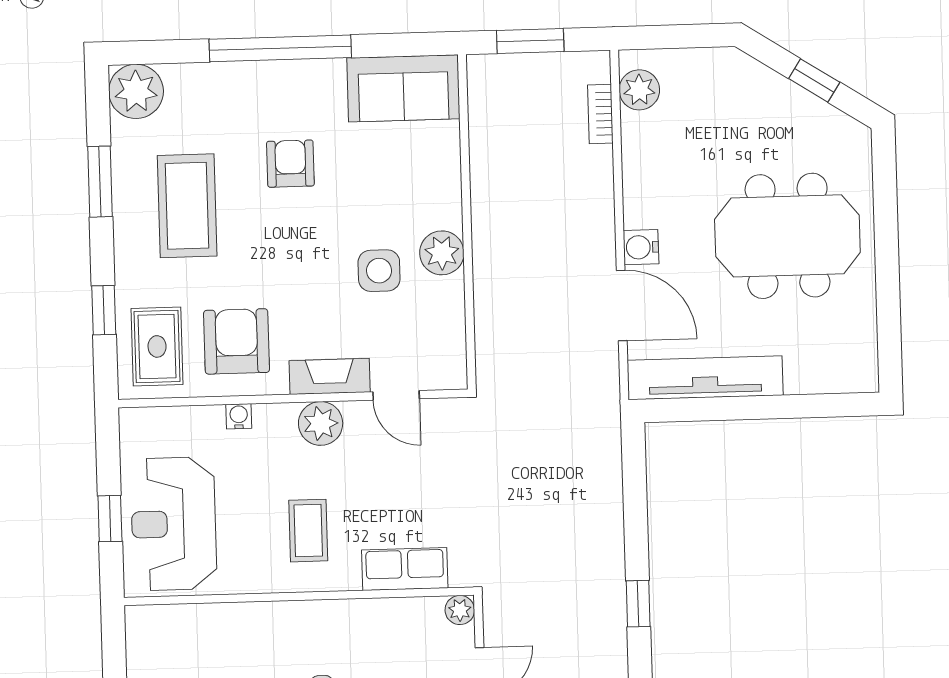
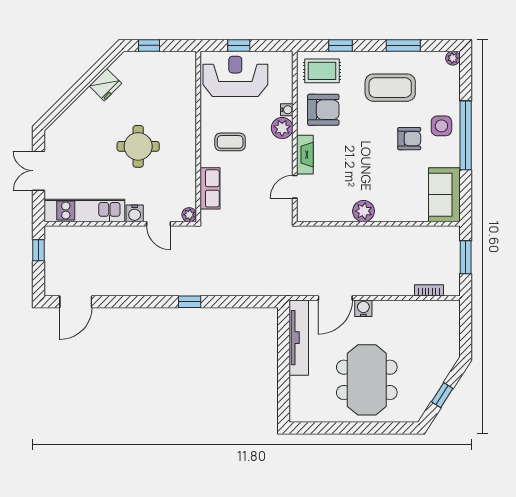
plant: (639, 90) -> (440, 310), removed
plant: (136, 91) -> (453, 58), width x0.53, depth x0.53
side table: (379, 271) -> (441, 126), moved
plant: (321, 423) -> (282, 128), moved

